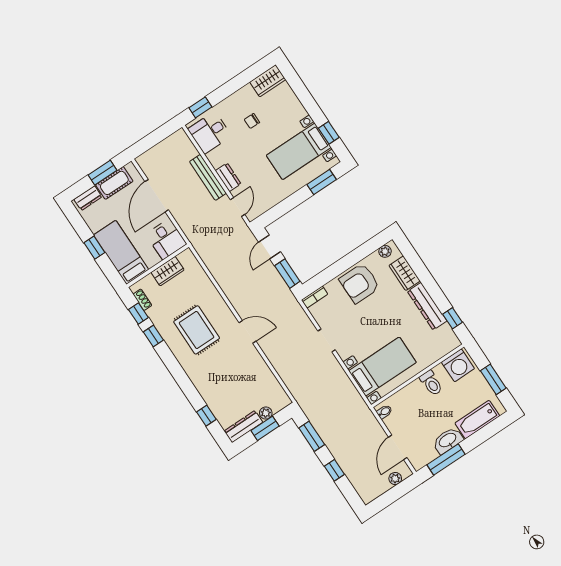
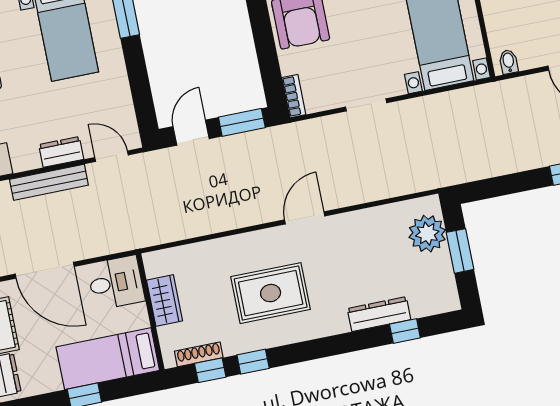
door: (270, 247) -> (191, 133), swing flipped
shoe rack: (142, 300) -> (199, 354), width x1.43
plant: (266, 413) -> (427, 234), width x1.87, depth x1.87
dresser: (243, 427) -> (379, 314), moved, turned 90
window: (312, 436) -> (501, 186), removed

